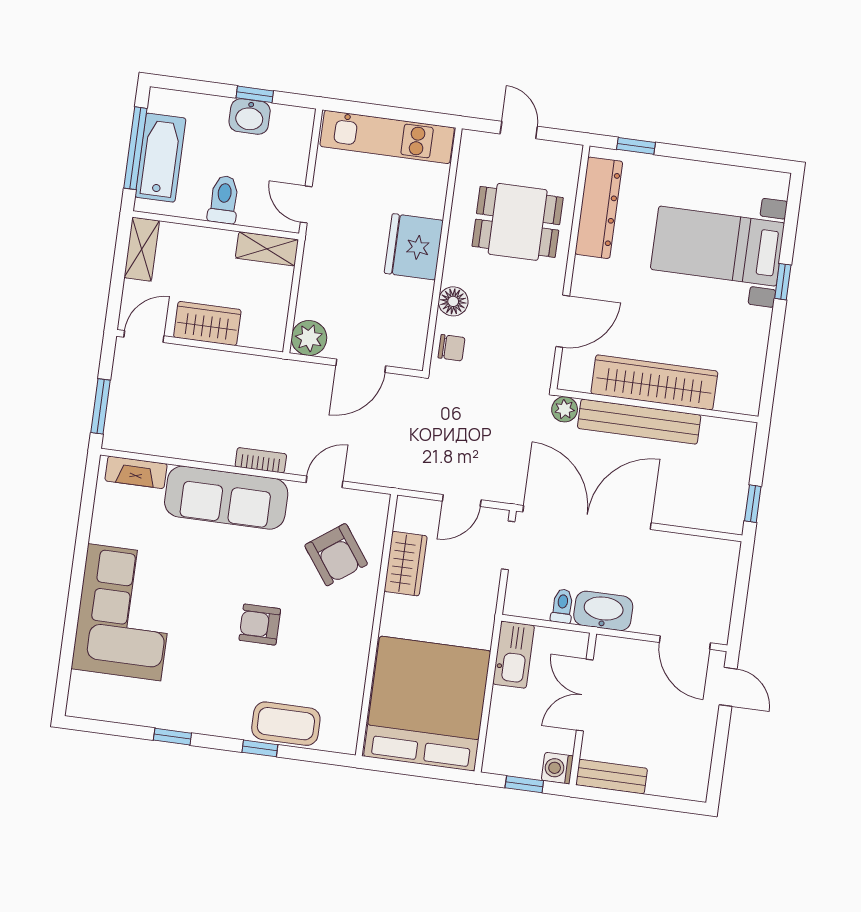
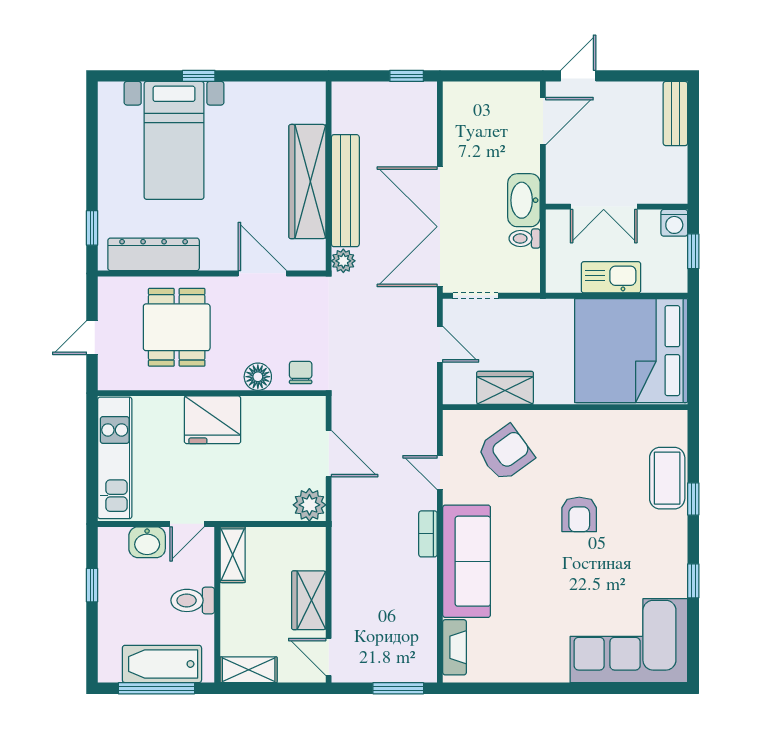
washbasin: (250, 116) -> (147, 542), moved, turned 90
corner sofa: (124, 612) -> (629, 641), moved
kitchen sink: (513, 655) -> (611, 277), moved
bench: (612, 777) -> (675, 114), moved

